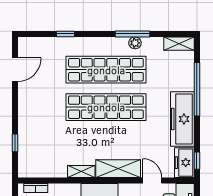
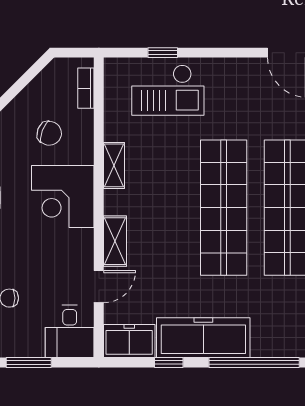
checkout: (37, 140) -> (168, 90), added
window: (197, 161) -> (169, 363), moved
shelving: (118, 169) -> (115, 241), width x0.67, depth x0.75

